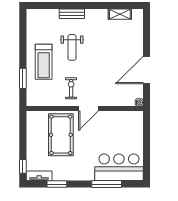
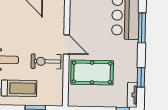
exercise bike: (71, 88) -> (46, 61), width x1.38, depth x1.39

